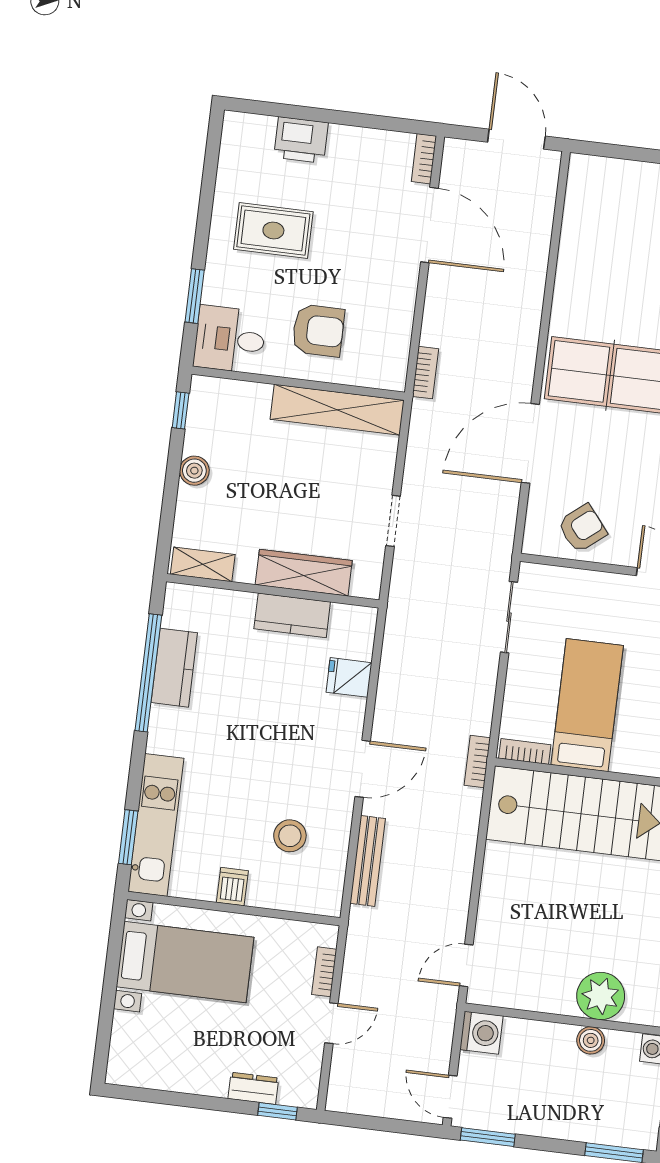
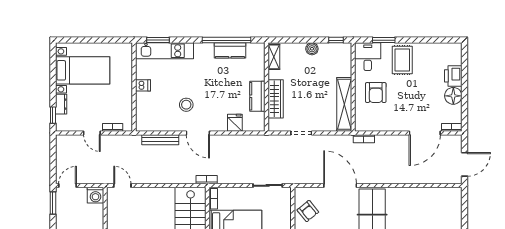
floor lamp: (349, 146) -> (453, 96), added
rug: (273, 230) -> (402, 60), moved
stool: (290, 836) -> (186, 105), moved
bed with nightstands: (185, 962) -> (83, 70), moved, turned -90

